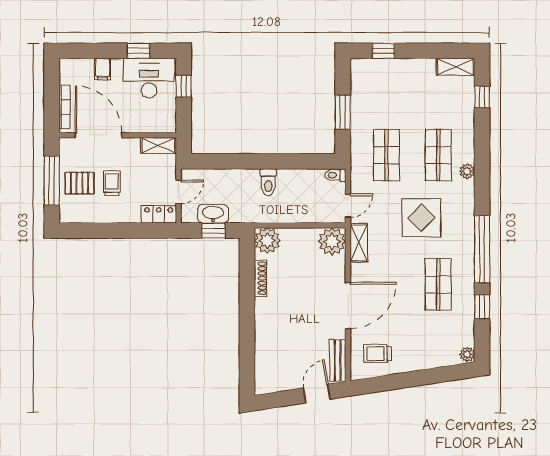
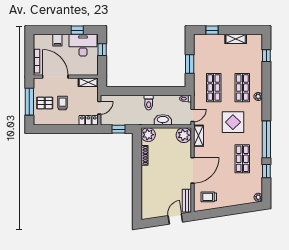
shelving: (455, 67) -> (236, 39), moved
washbasin: (213, 214) -> (163, 120), moved

